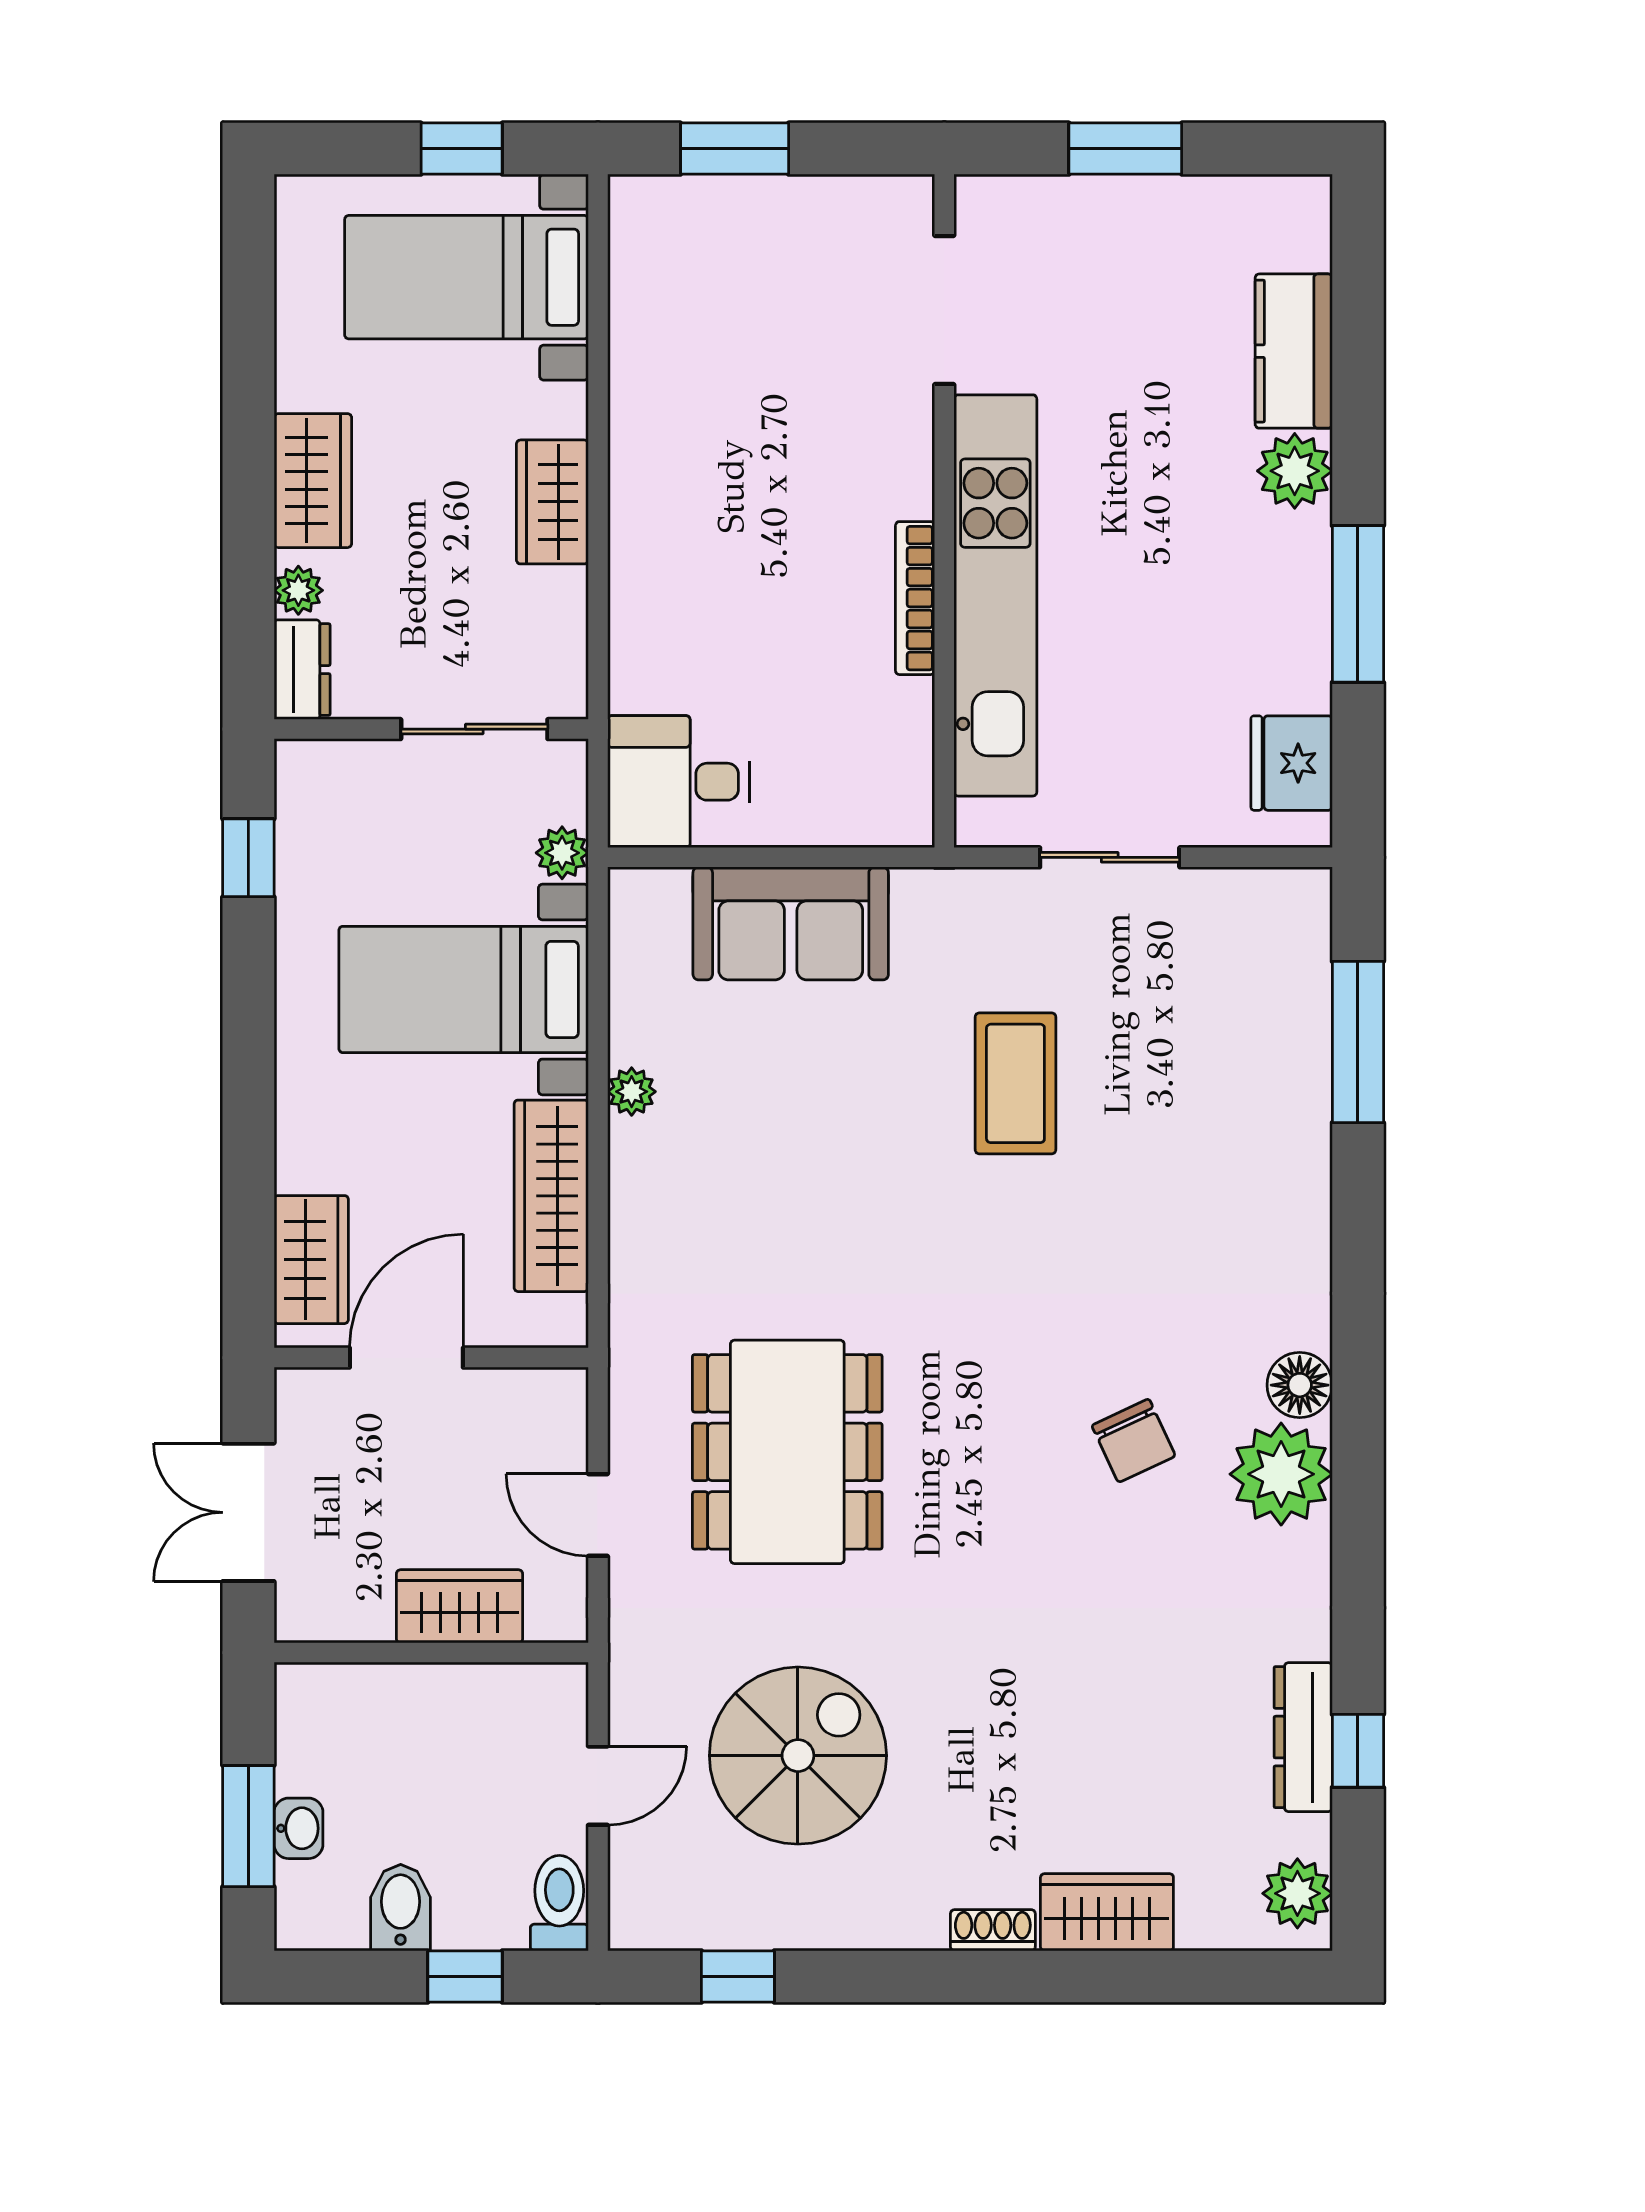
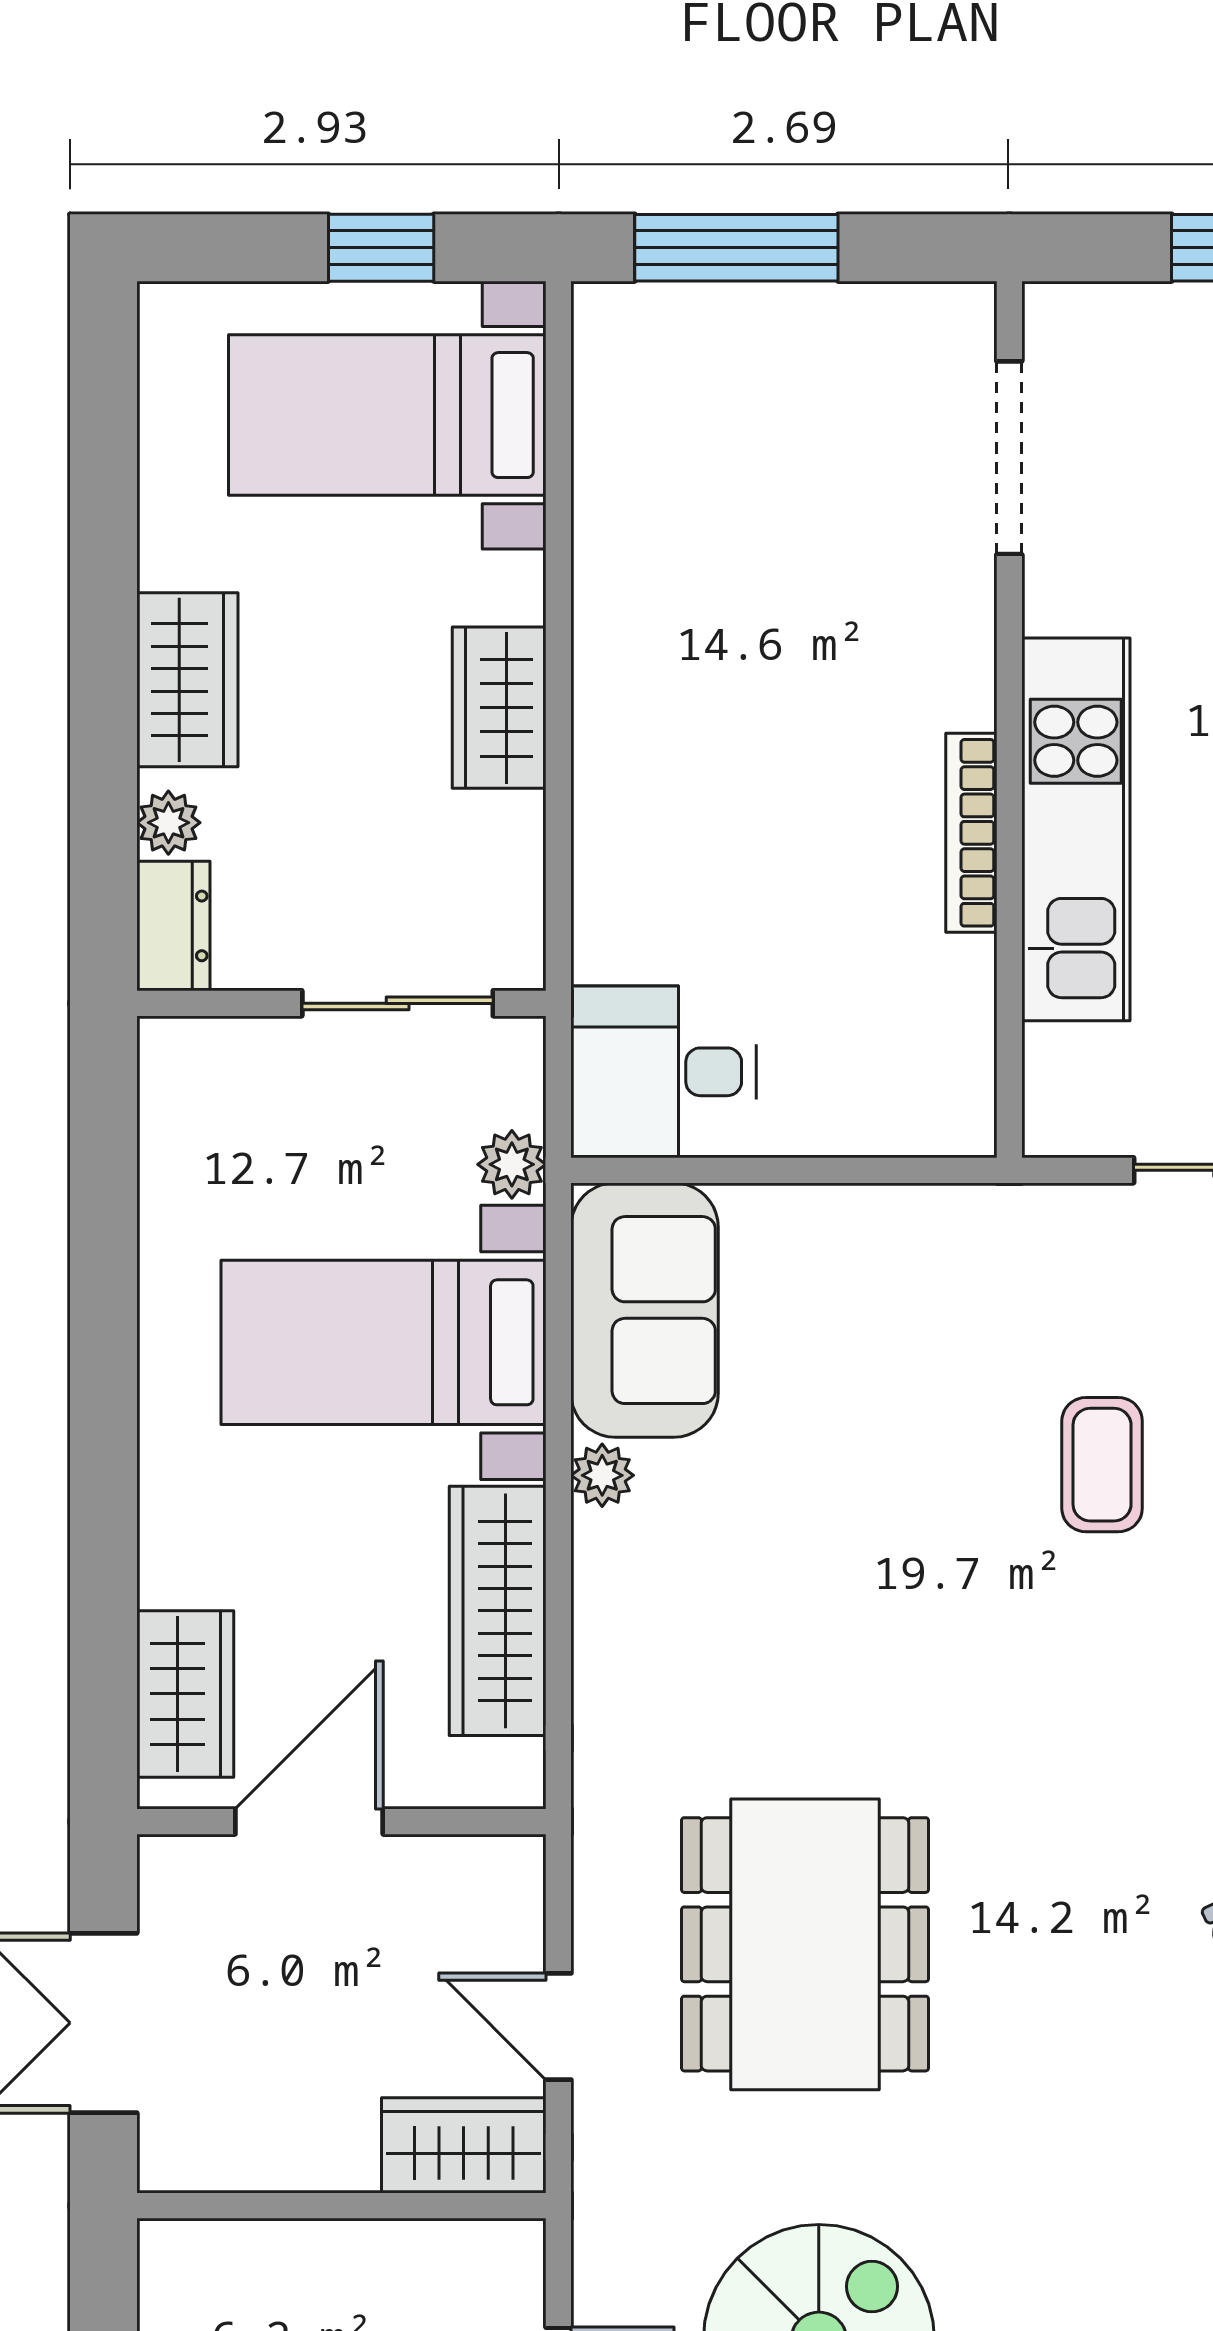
window: (735, 149) -> (736, 248), width x1.44
kitchen unit: (995, 595) -> (1076, 829), width x0.73
window: (248, 858) -> (103, 1171), removed
sofa: (791, 923) -> (645, 1310), moved, turned -90
coffee table: (1015, 1083) -> (1102, 1465), width x0.73, depth x0.77
wardrobe: (459, 1606) -> (464, 2145), moved

